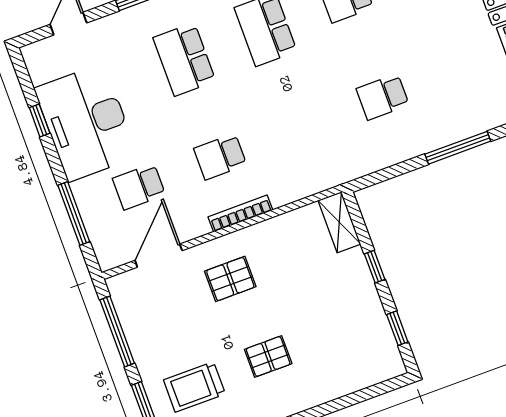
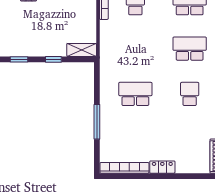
school desk: (383, 97) -> (135, 94), width x1.85

